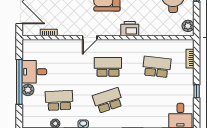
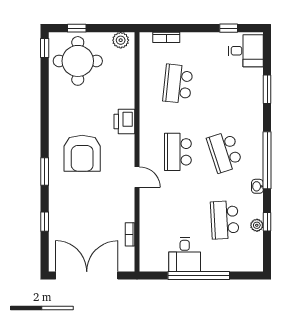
plant: (28, 90) -> (210, 263), removed
window: (197, 91) -> (229, 28), moved

